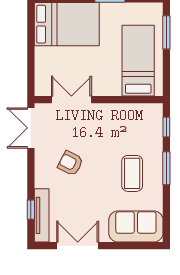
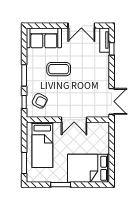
double door: (71, 100) -> (74, 120), moved
armchair: (70, 163) -> (40, 101), moved
coffee table: (132, 173) -> (59, 69), moved, turned 90
tv unit: (42, 215) -> (105, 40), width x0.71

